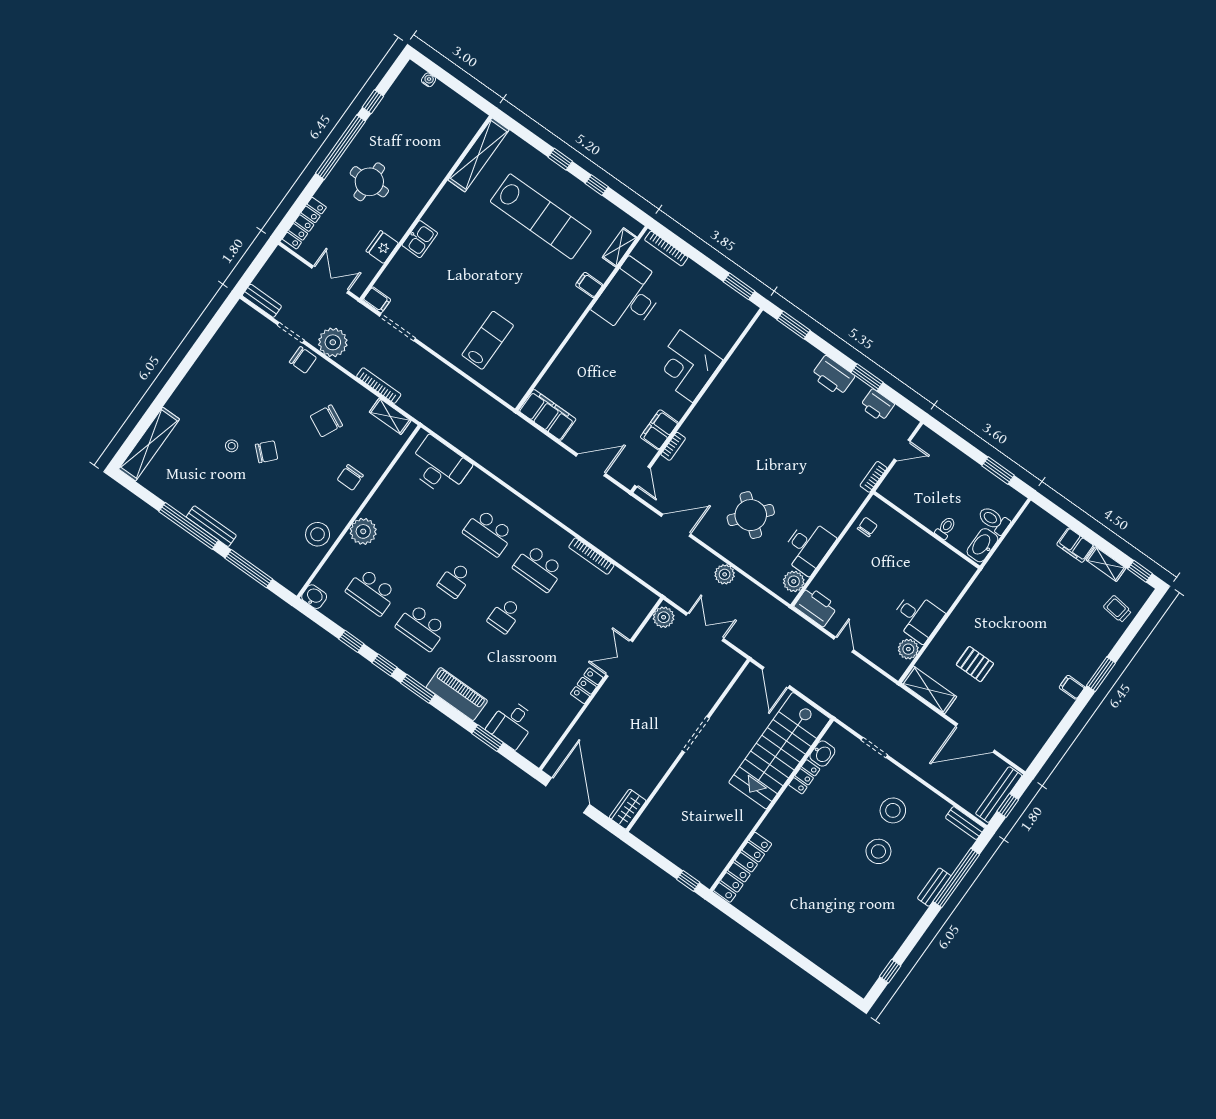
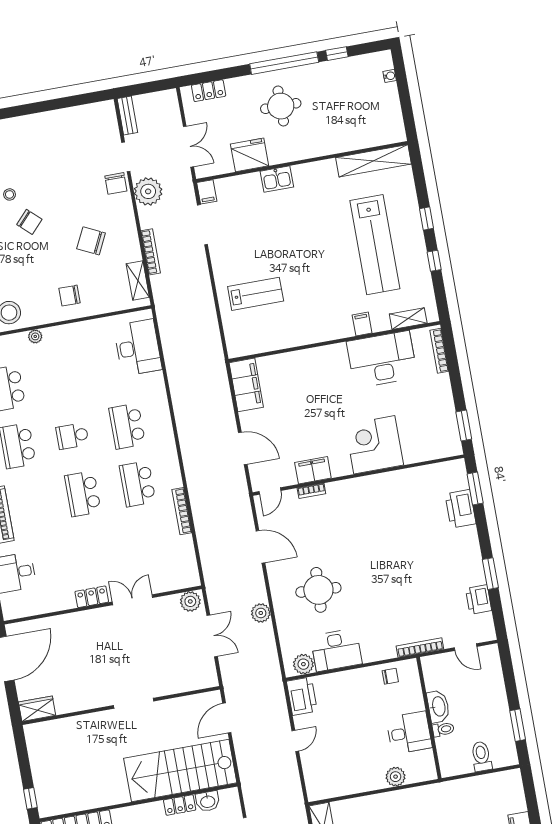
locker: (304, 223) -> (209, 91), width x0.66
fridge: (382, 247) -> (250, 155), width x1.36, depth x1.34
printer: (833, 376) -> (461, 509), moved
bookcase: (873, 477) -> (420, 647), width x1.56
round table: (751, 515) -> (318, 590), turned -37
plant: (363, 531) -> (35, 336), width x0.53, depth x0.53
washbasin: (982, 545) -> (438, 706), moved, turned 90
school desk: (505, 615) -> (83, 494), width x1.85
desk: (917, 617) -> (409, 733), moved, turned -90
plant: (908, 649) -> (396, 777), moved

